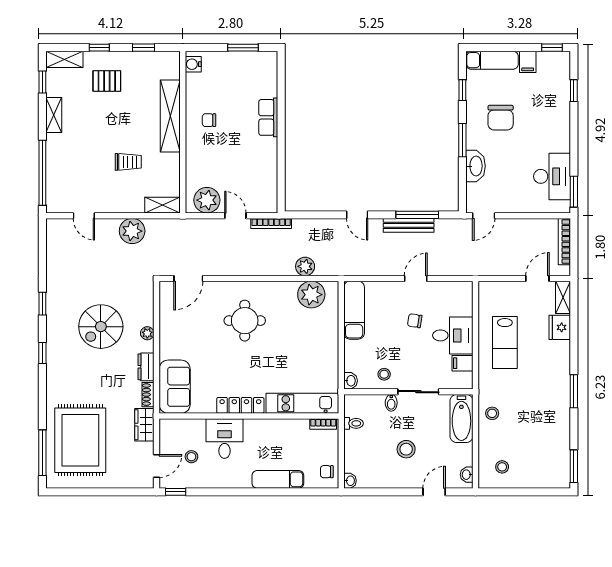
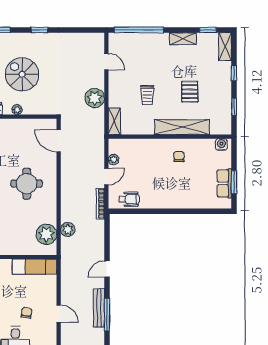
pallet: (107, 81) -> (190, 92), moved
row of seats: (268, 117) -> (224, 183), moved, turned -90
wheelchair: (265, 185) -> (129, 199), added
plant: (207, 200) -> (114, 159), width x0.53, depth x0.53
door: (84, 216) -> (106, 61), swing flipped

